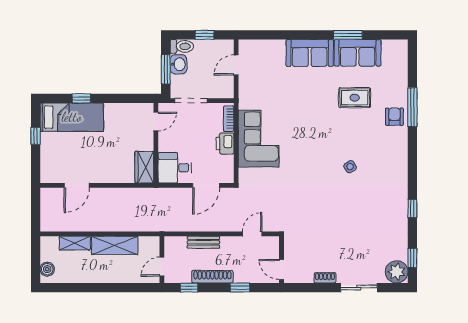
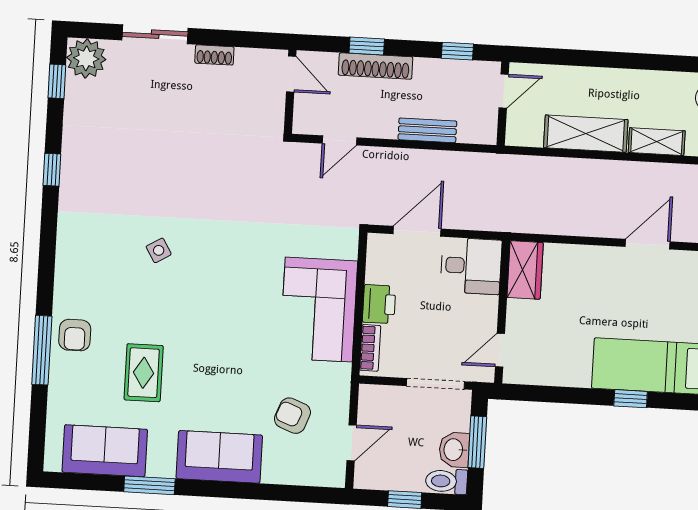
sofa: (358, 53) -> (105, 451), moved
armchair: (270, 78) -> (292, 416), added
rug: (355, 98) -> (144, 373), turned 90
shoe rack: (212, 277) -> (376, 66), moved

